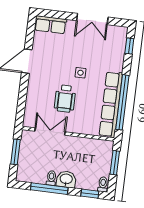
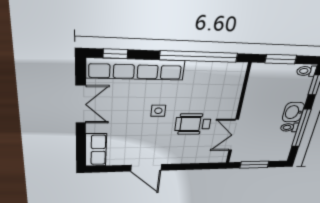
wheelchair: (65, 99) -> (193, 124), turned 180
row of seats: (111, 104) -> (136, 69), moved

